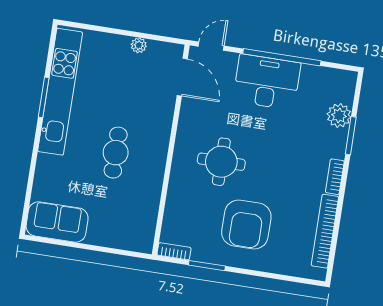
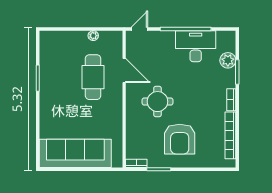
door: (182, 77) -> (124, 71), moved
desk: (267, 82) -> (196, 46), moved
kitchen unit: (60, 92) -> (48, 73), removed
cafe table: (116, 153) -> (93, 77), moved, width x1.37, depth x1.35
sofa: (57, 222) -> (75, 153), width x1.85, depth x1.27

